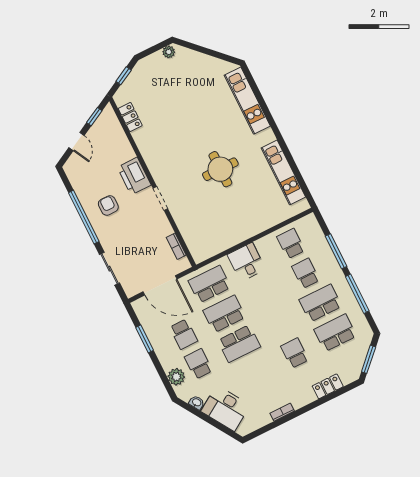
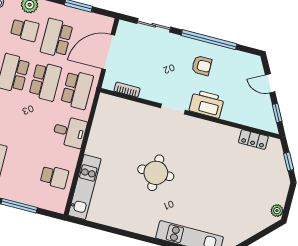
kitchen unit: (283, 172) -> (85, 187), moved, turned 90
school desk: (306, 273) -> (23, 169), removed
school desk: (184, 334) -> (57, 38), width x1.85

